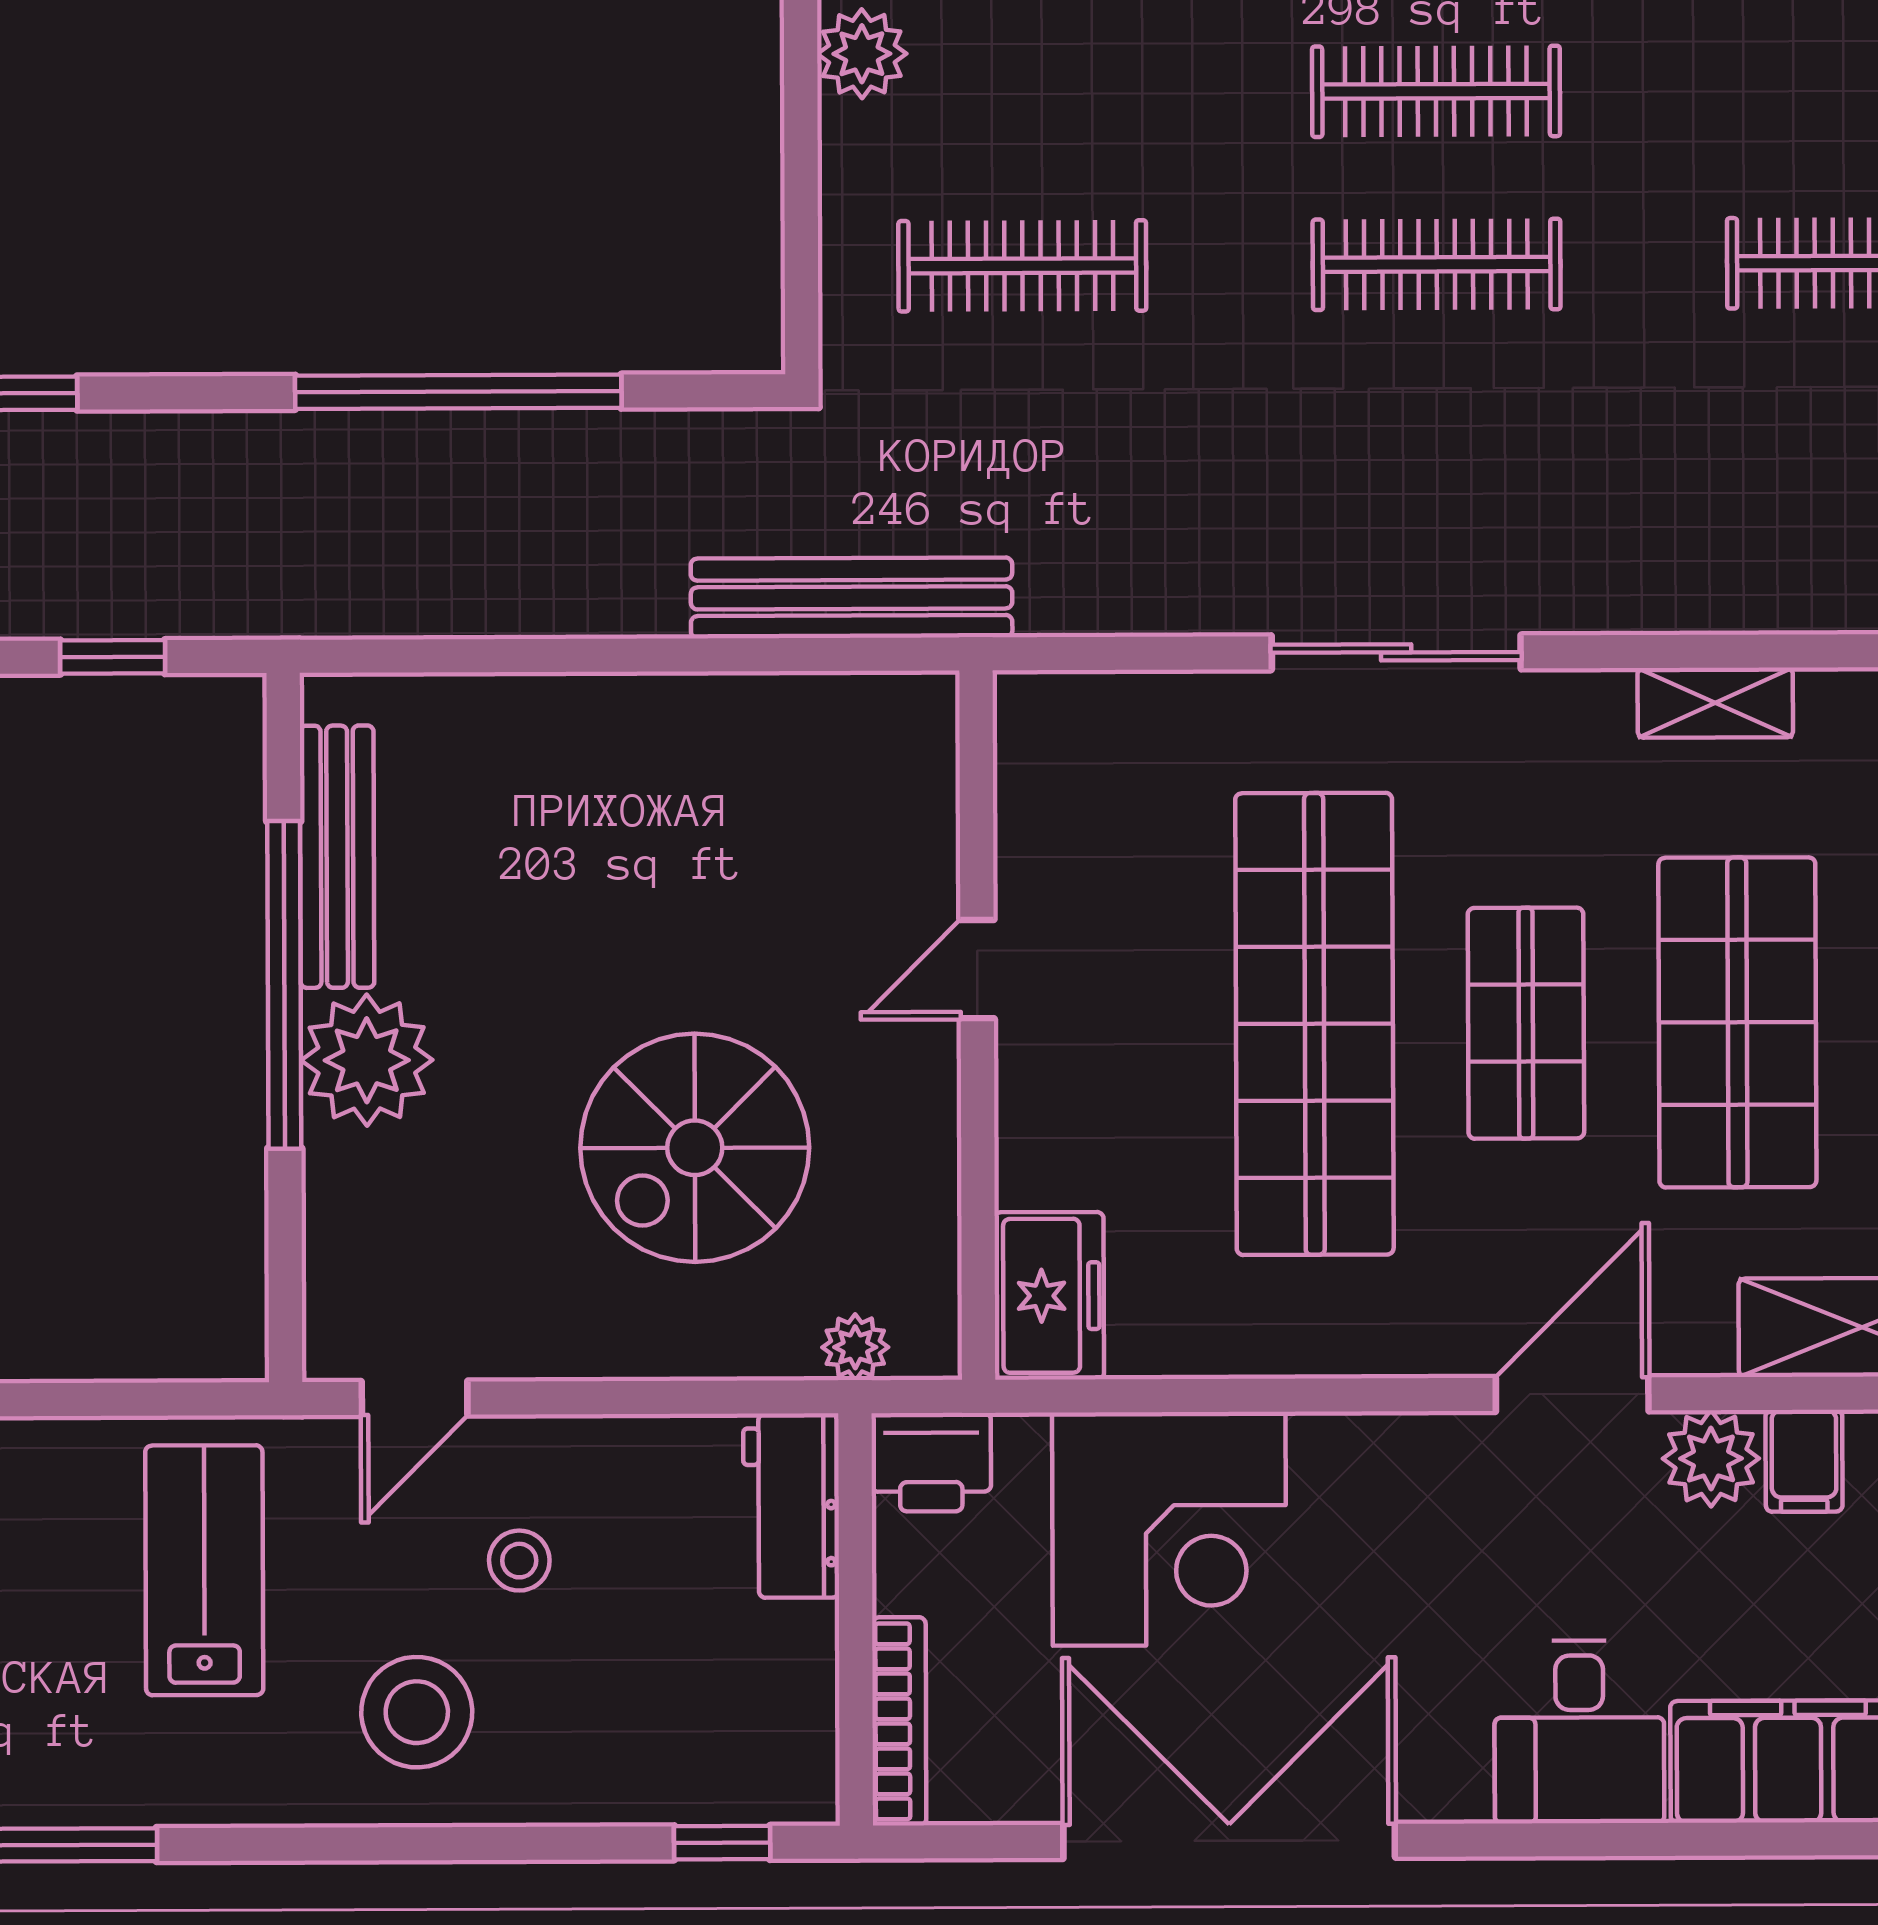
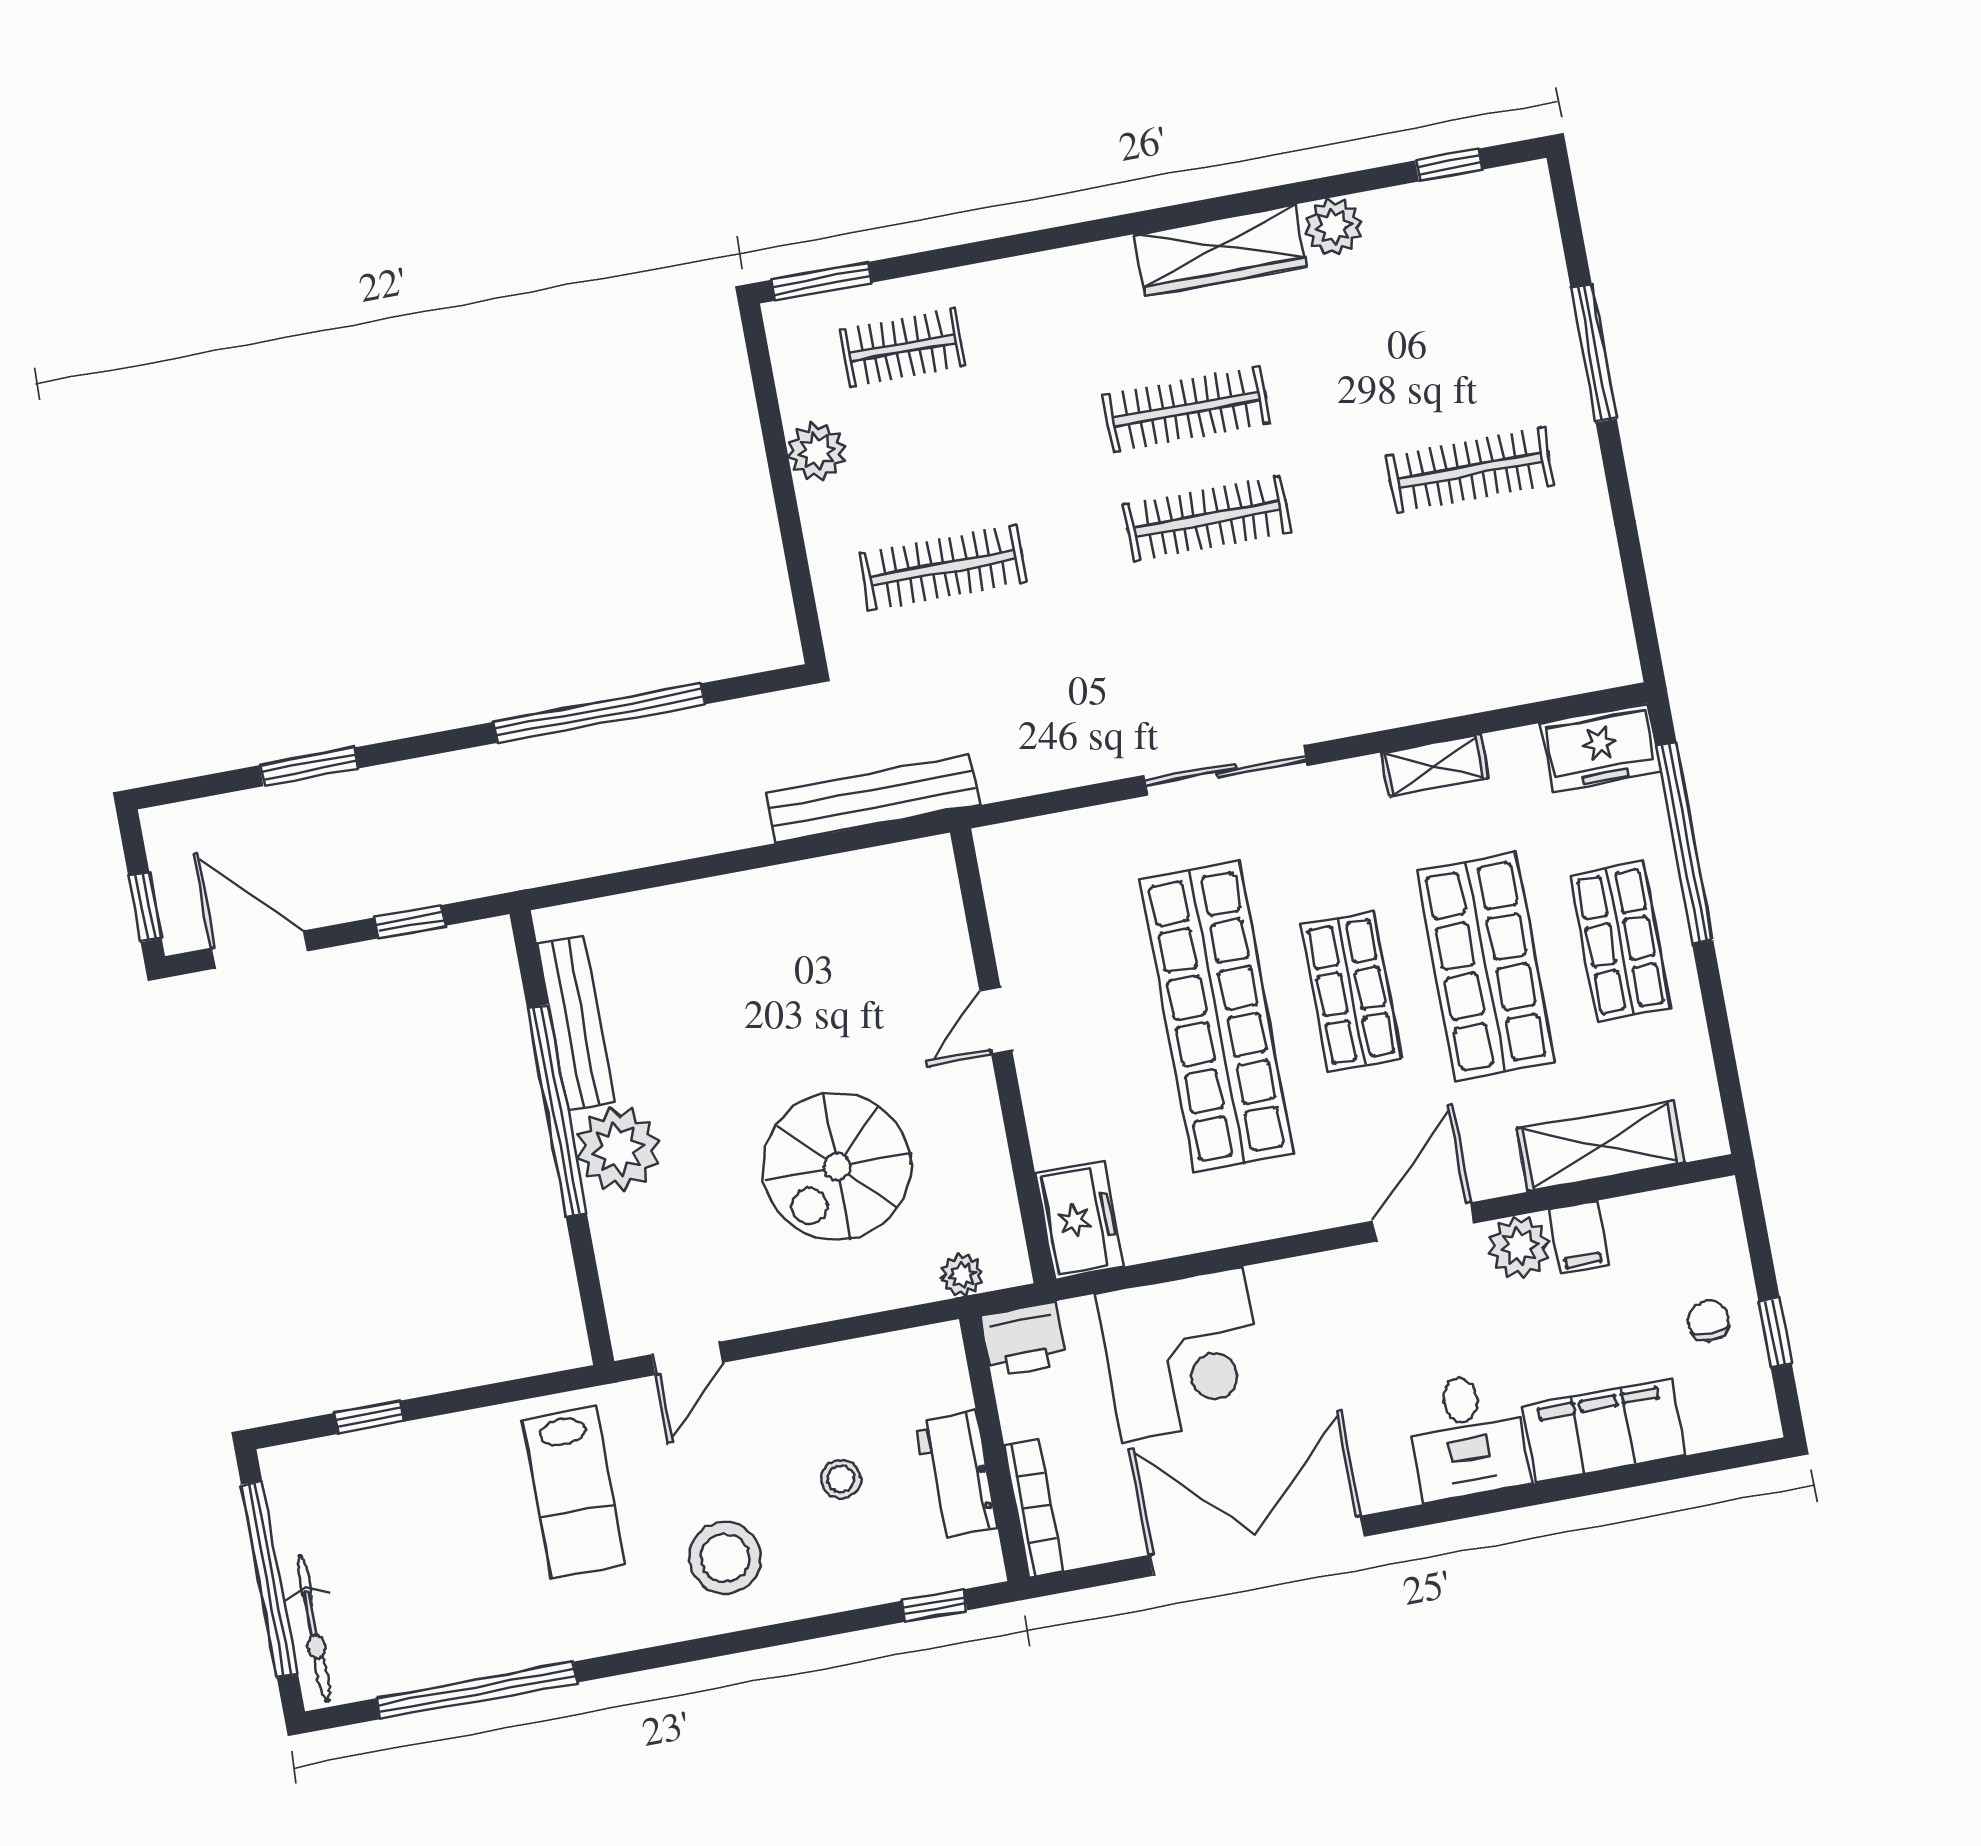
workbench: (791, 1506) -> (956, 1474), moved
stool: (519, 1561) -> (841, 1479), moved
lab bench: (204, 1570) -> (574, 1492), turned 180

